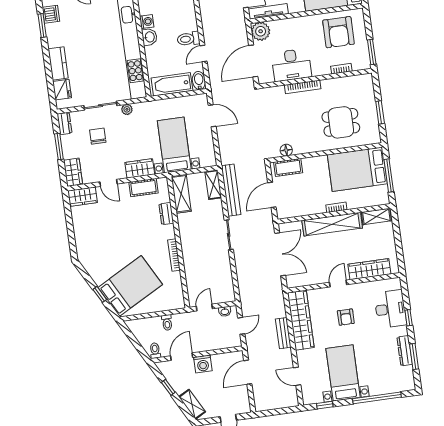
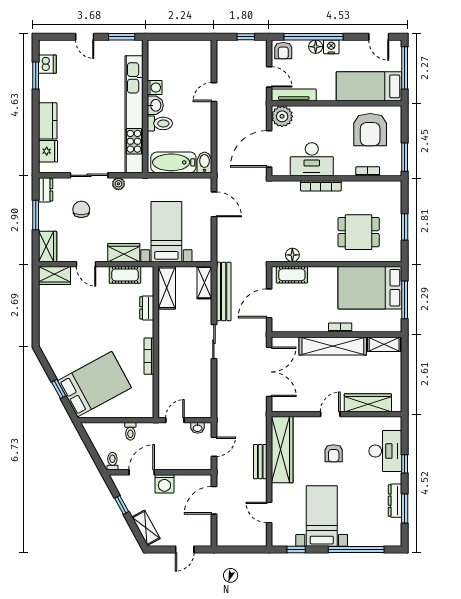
toilet: (188, 39) -> (160, 123), moved, turned 180
door: (204, 54) -> (214, 92), moved

